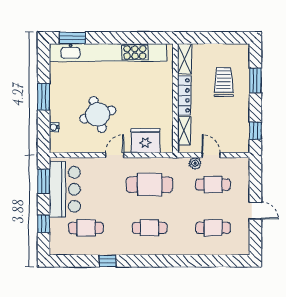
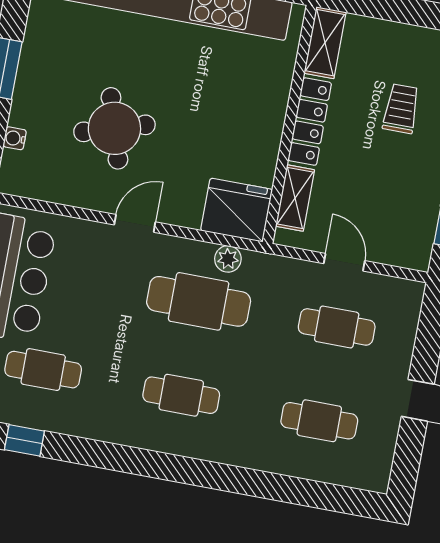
trolley: (224, 82) -> (401, 109), width x0.73, depth x0.72
fridge: (145, 141) -> (237, 210), moved
plant: (195, 163) -> (228, 259), moved
window: (107, 261) -> (24, 440), moved

